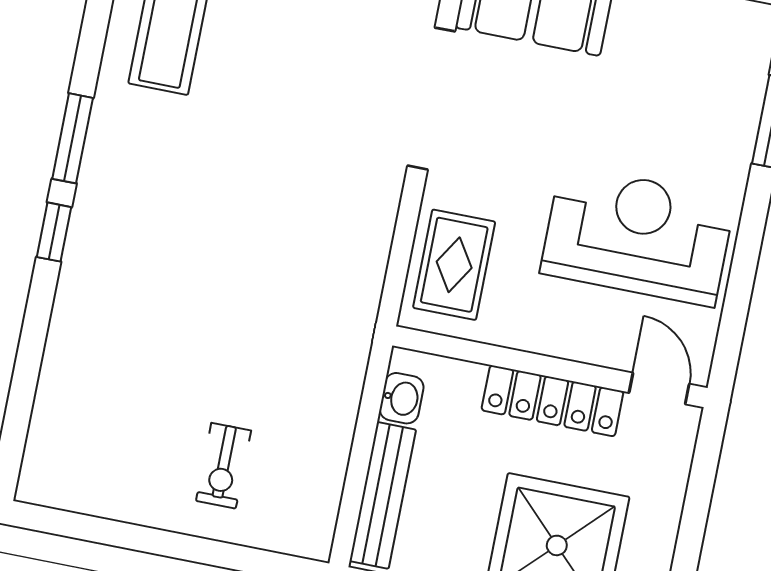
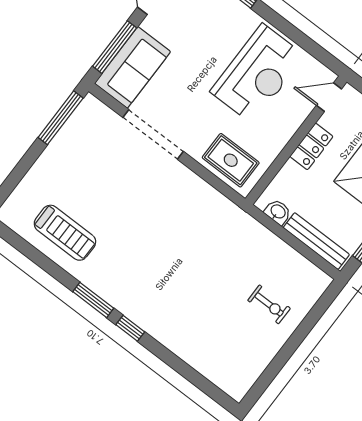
reception desk: (638, 236) -> (257, 74), turned 180
locker: (552, 401) -> (311, 146), width x0.66

